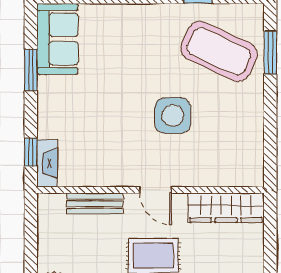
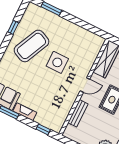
coffee table: (219, 51) -> (31, 46), moved
fireplace: (47, 163) -> (25, 112), moved

